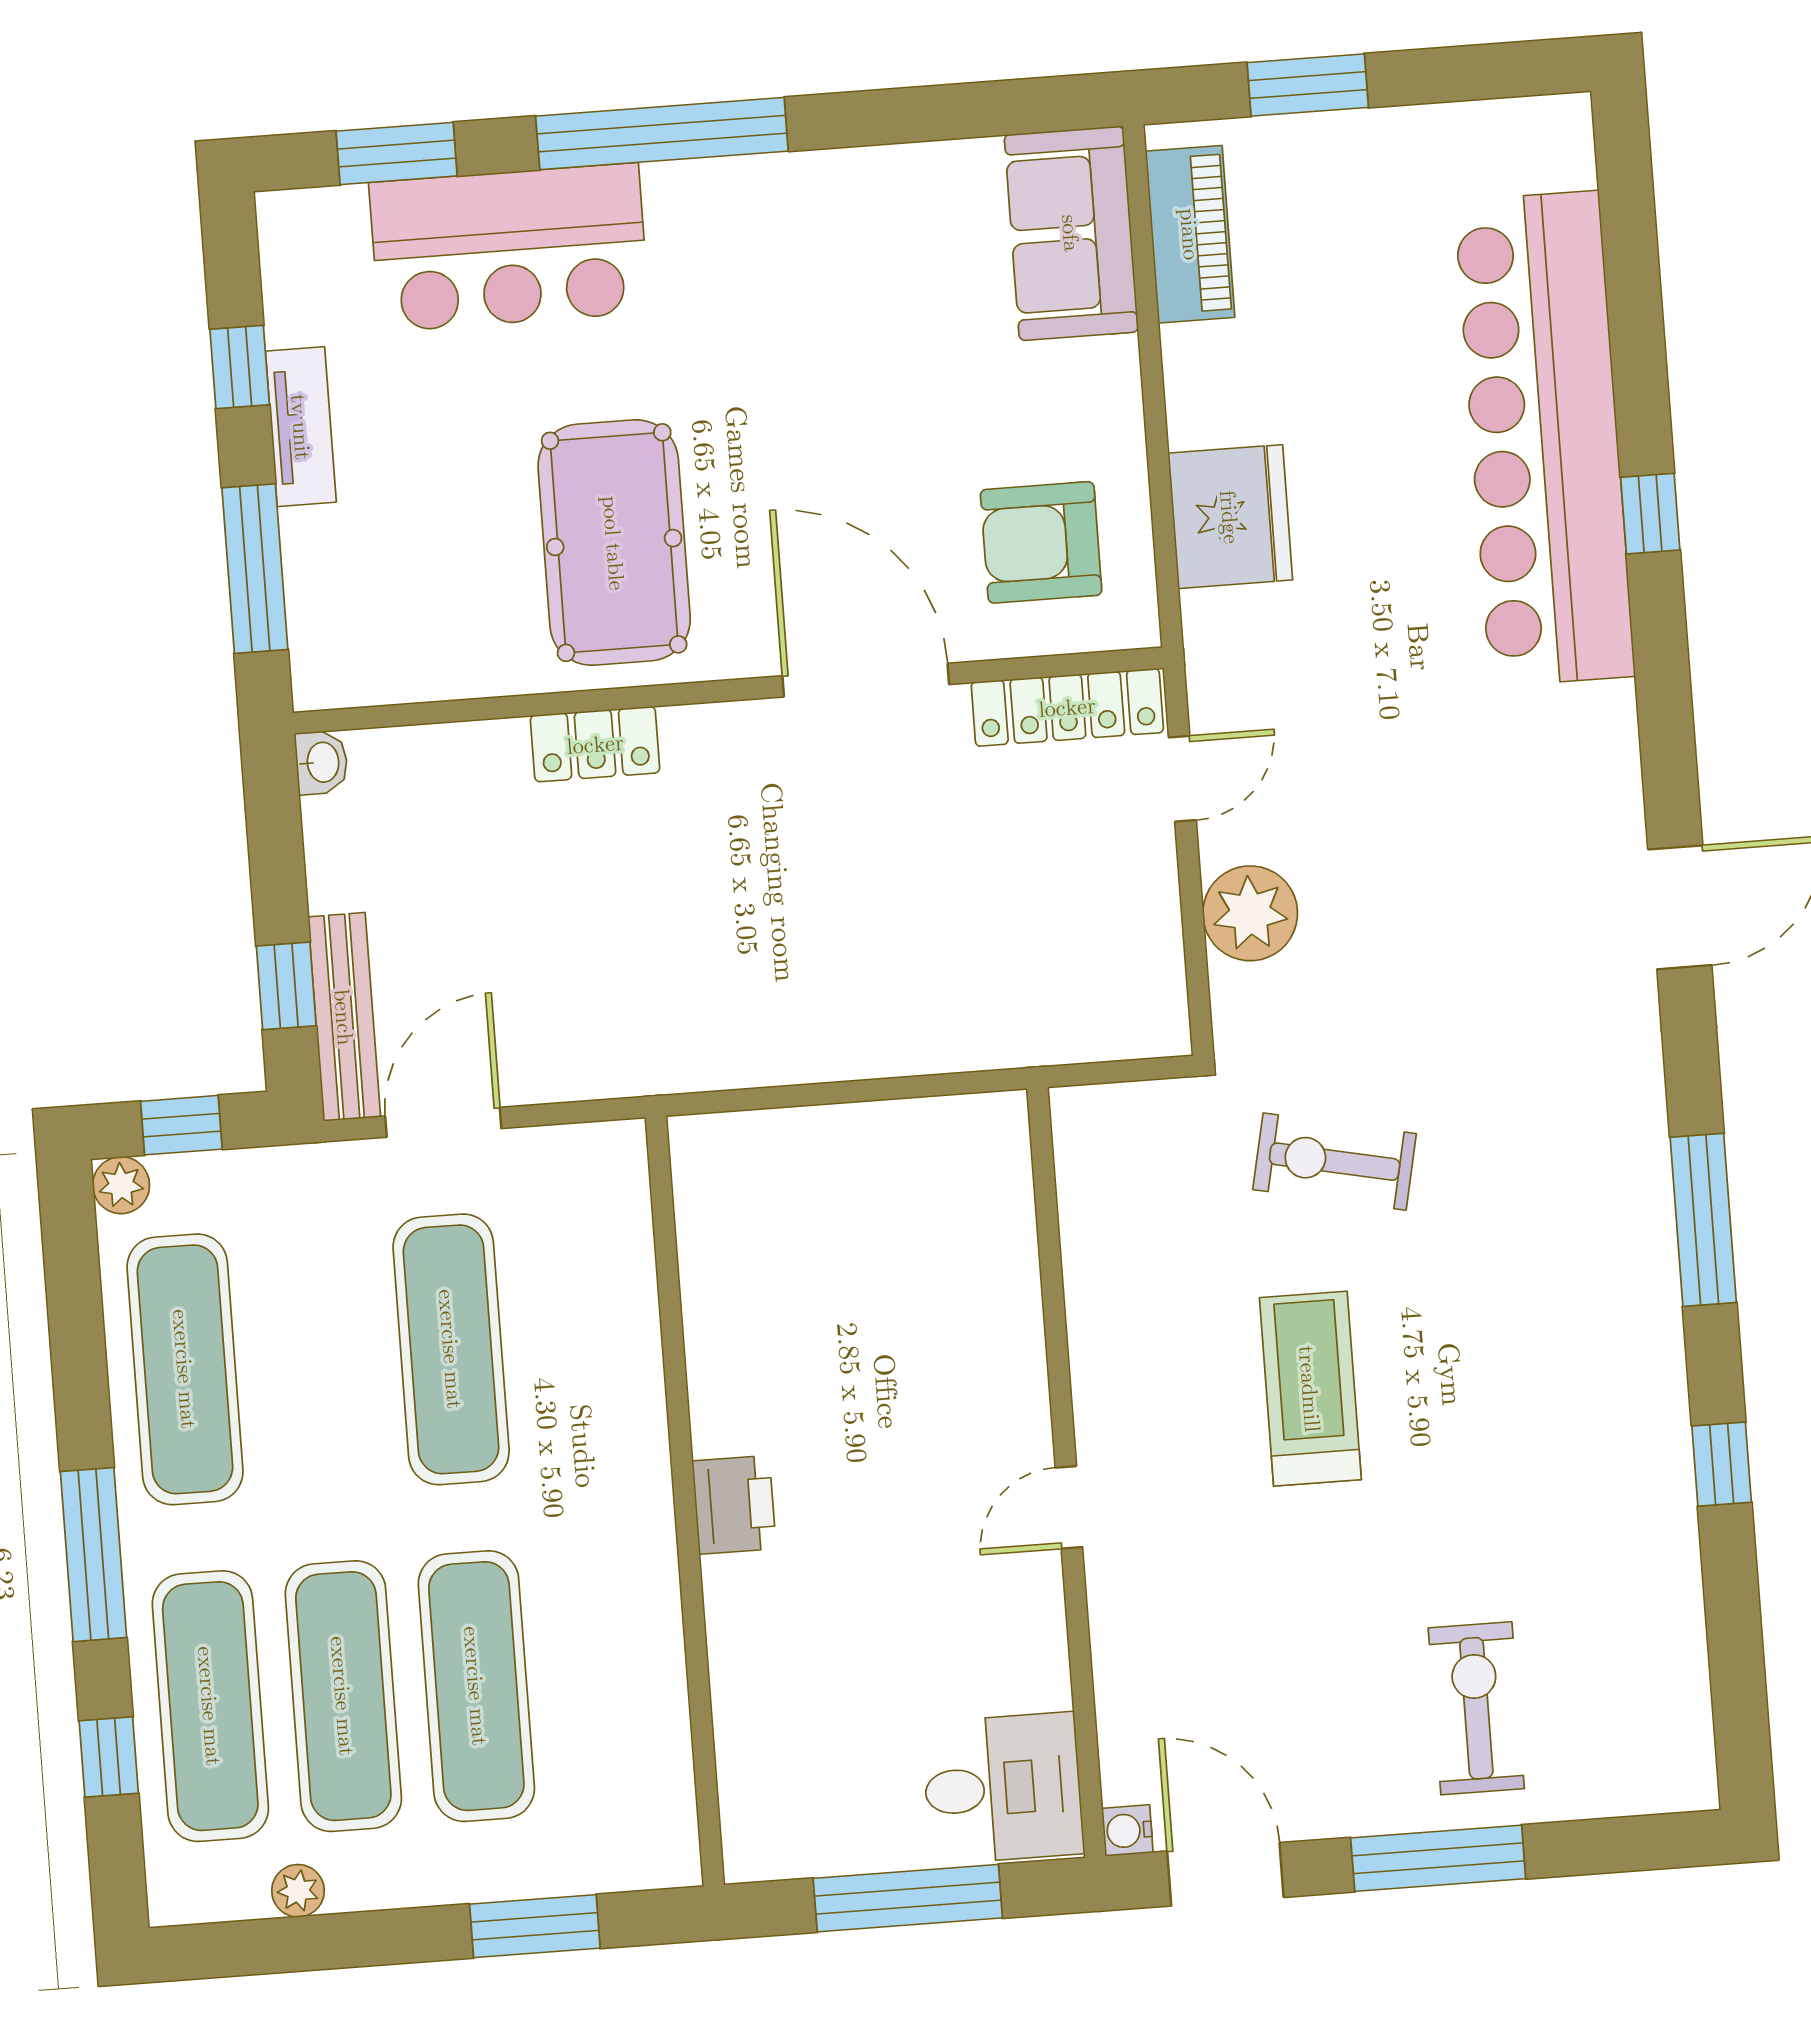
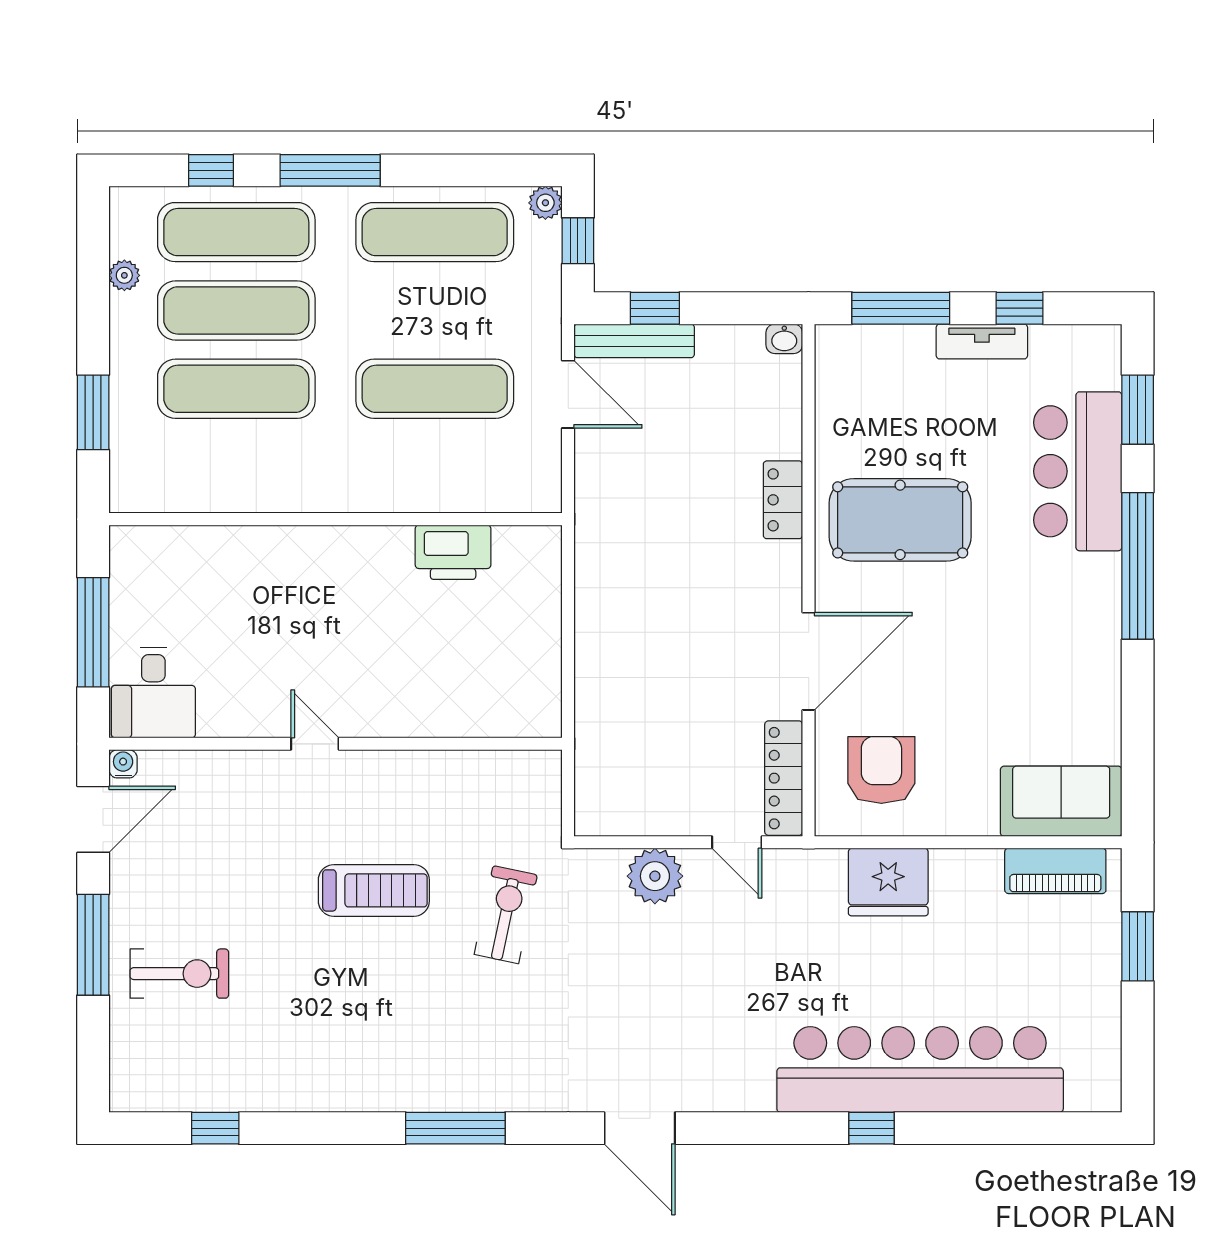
window: (1722, 1464) -> (215, 1128), moved
printer: (734, 1505) -> (453, 552), moved, width x1.37, depth x1.19

